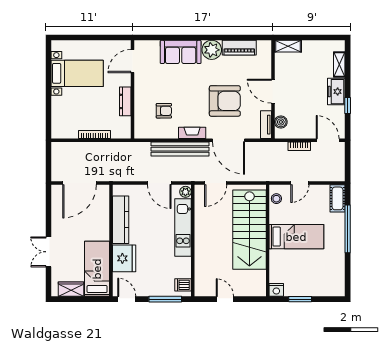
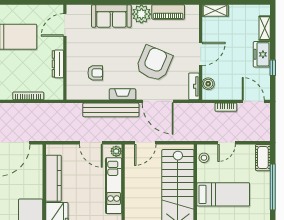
door: (273, 91) -> (201, 54), swing flipped
armchair: (225, 101) -> (154, 63), turned -67

